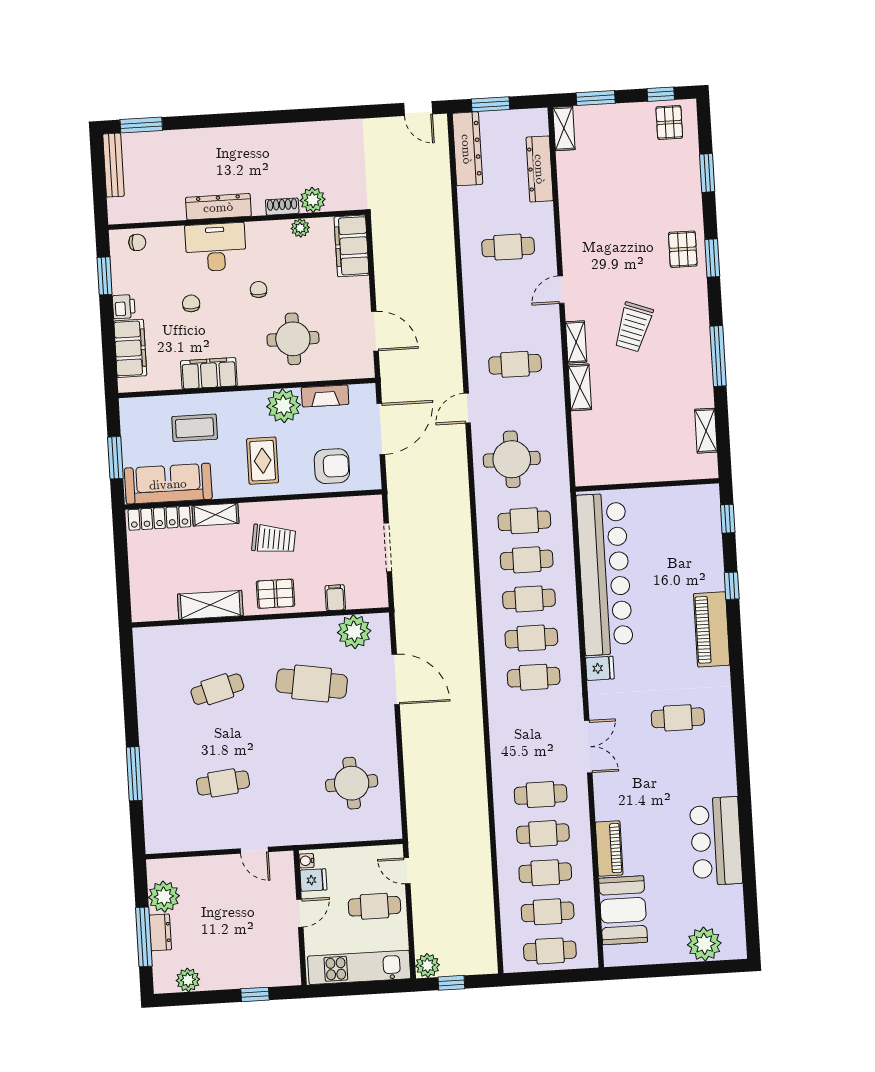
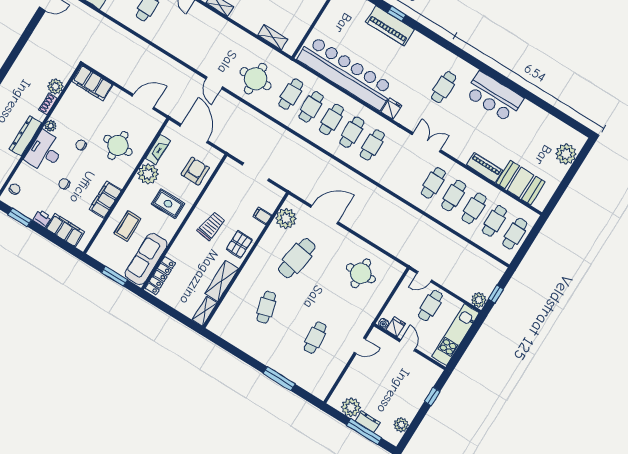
plant: (300, 228) -> (51, 126), moved
cafe table: (515, 364) -> (209, 43), removed
shelving: (580, 387) -> (273, 37), moved
shelving: (215, 515) -> (205, 311), moved
piano: (712, 629) -> (390, 26), moved
bar counter: (716, 841) -> (494, 96), moved

